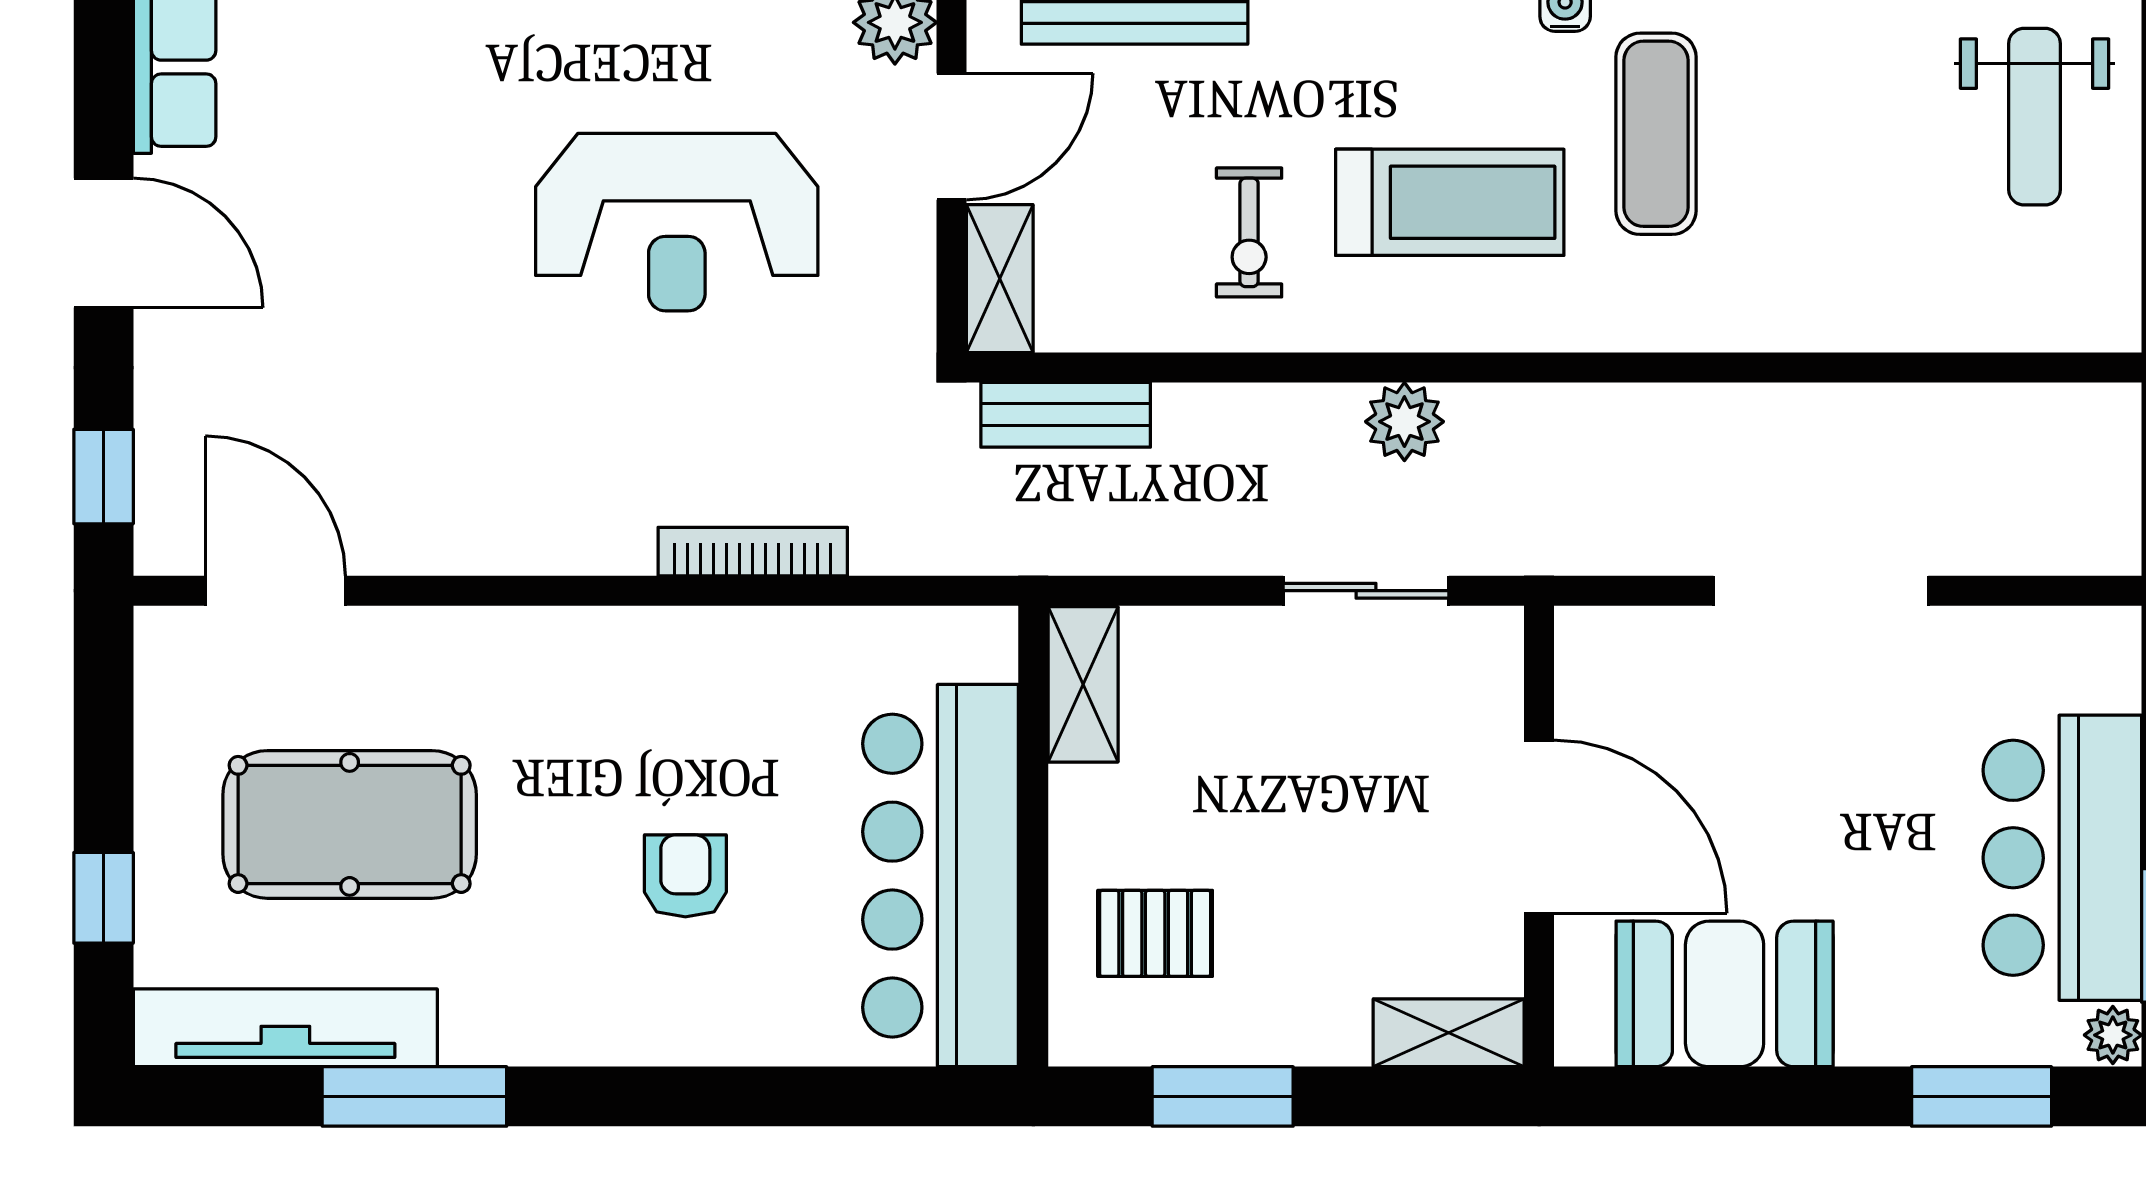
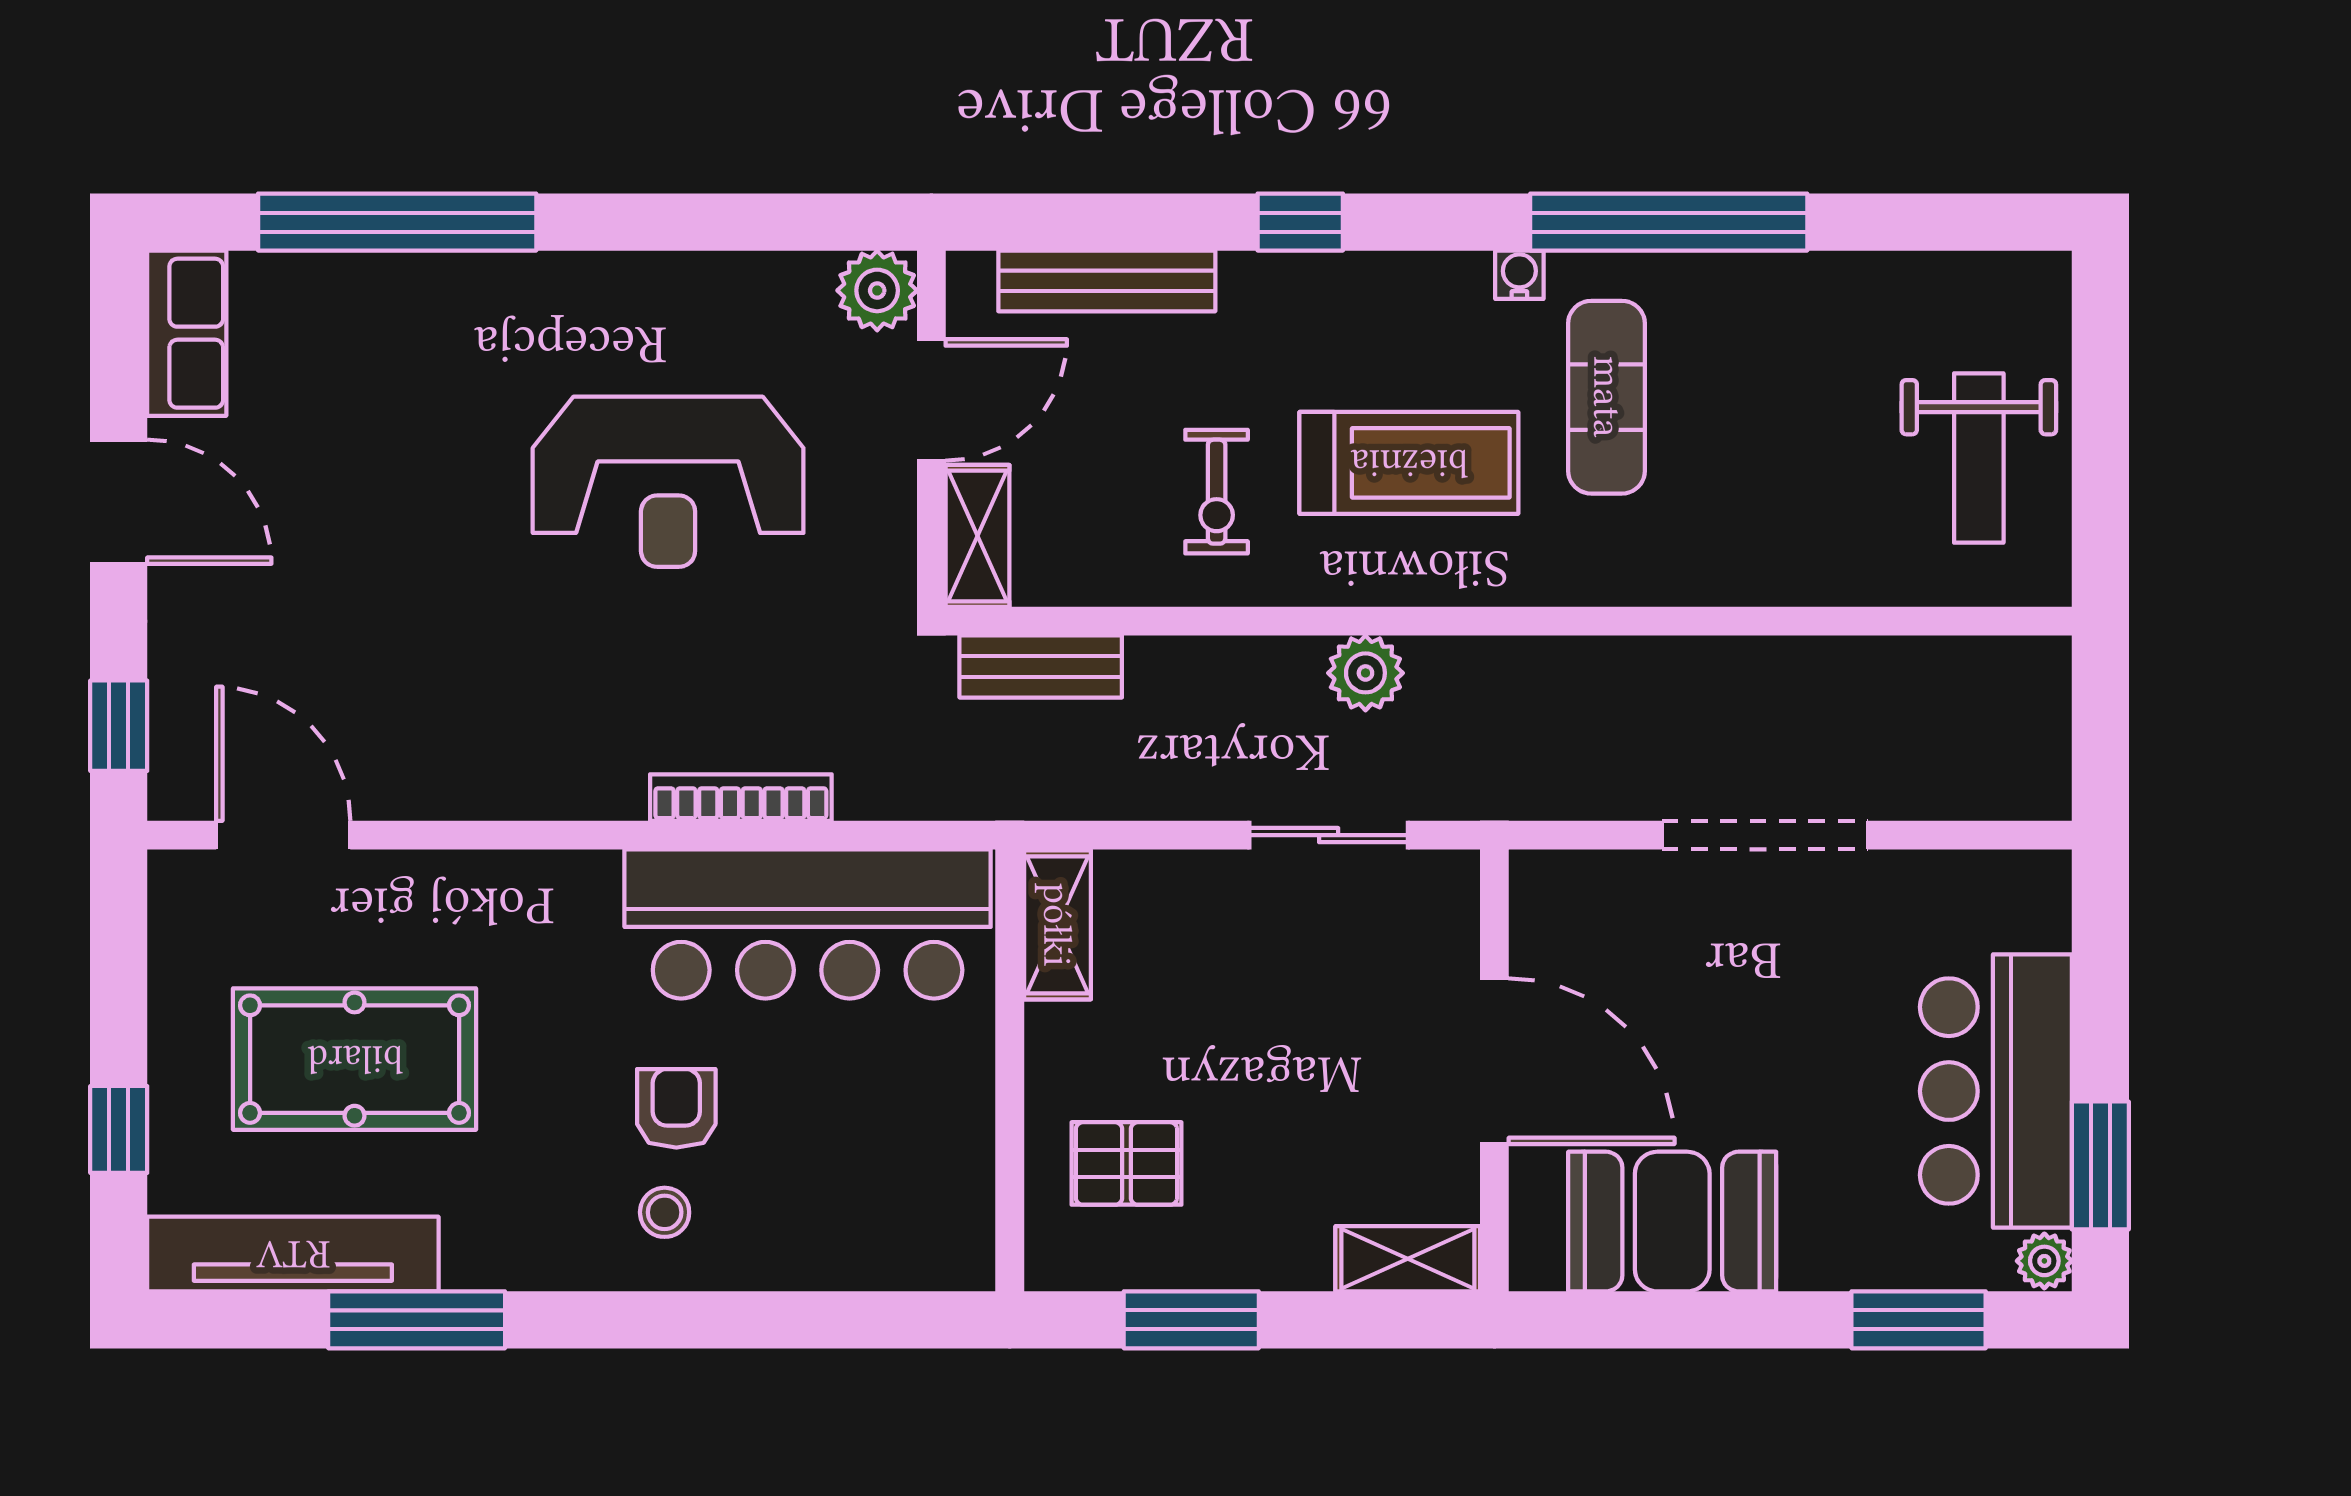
weight bench: (2035, 117) -> (1979, 458), moved
bar counter: (941, 876) -> (808, 924), moved, turned -90
stool: (673, 984) -> (665, 1212), added

